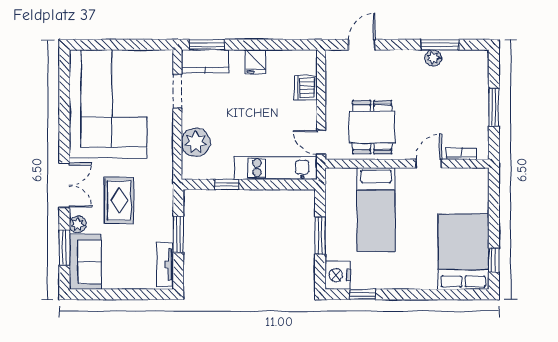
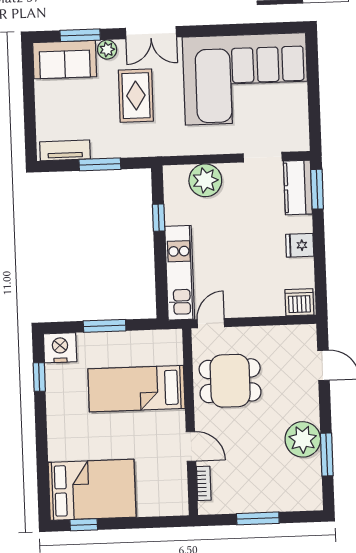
plant: (433, 58) -> (303, 439), width x1.87, depth x1.87
dishwasher: (306, 88) -> (299, 302), moved
rug: (119, 201) -> (136, 96), turned 90

